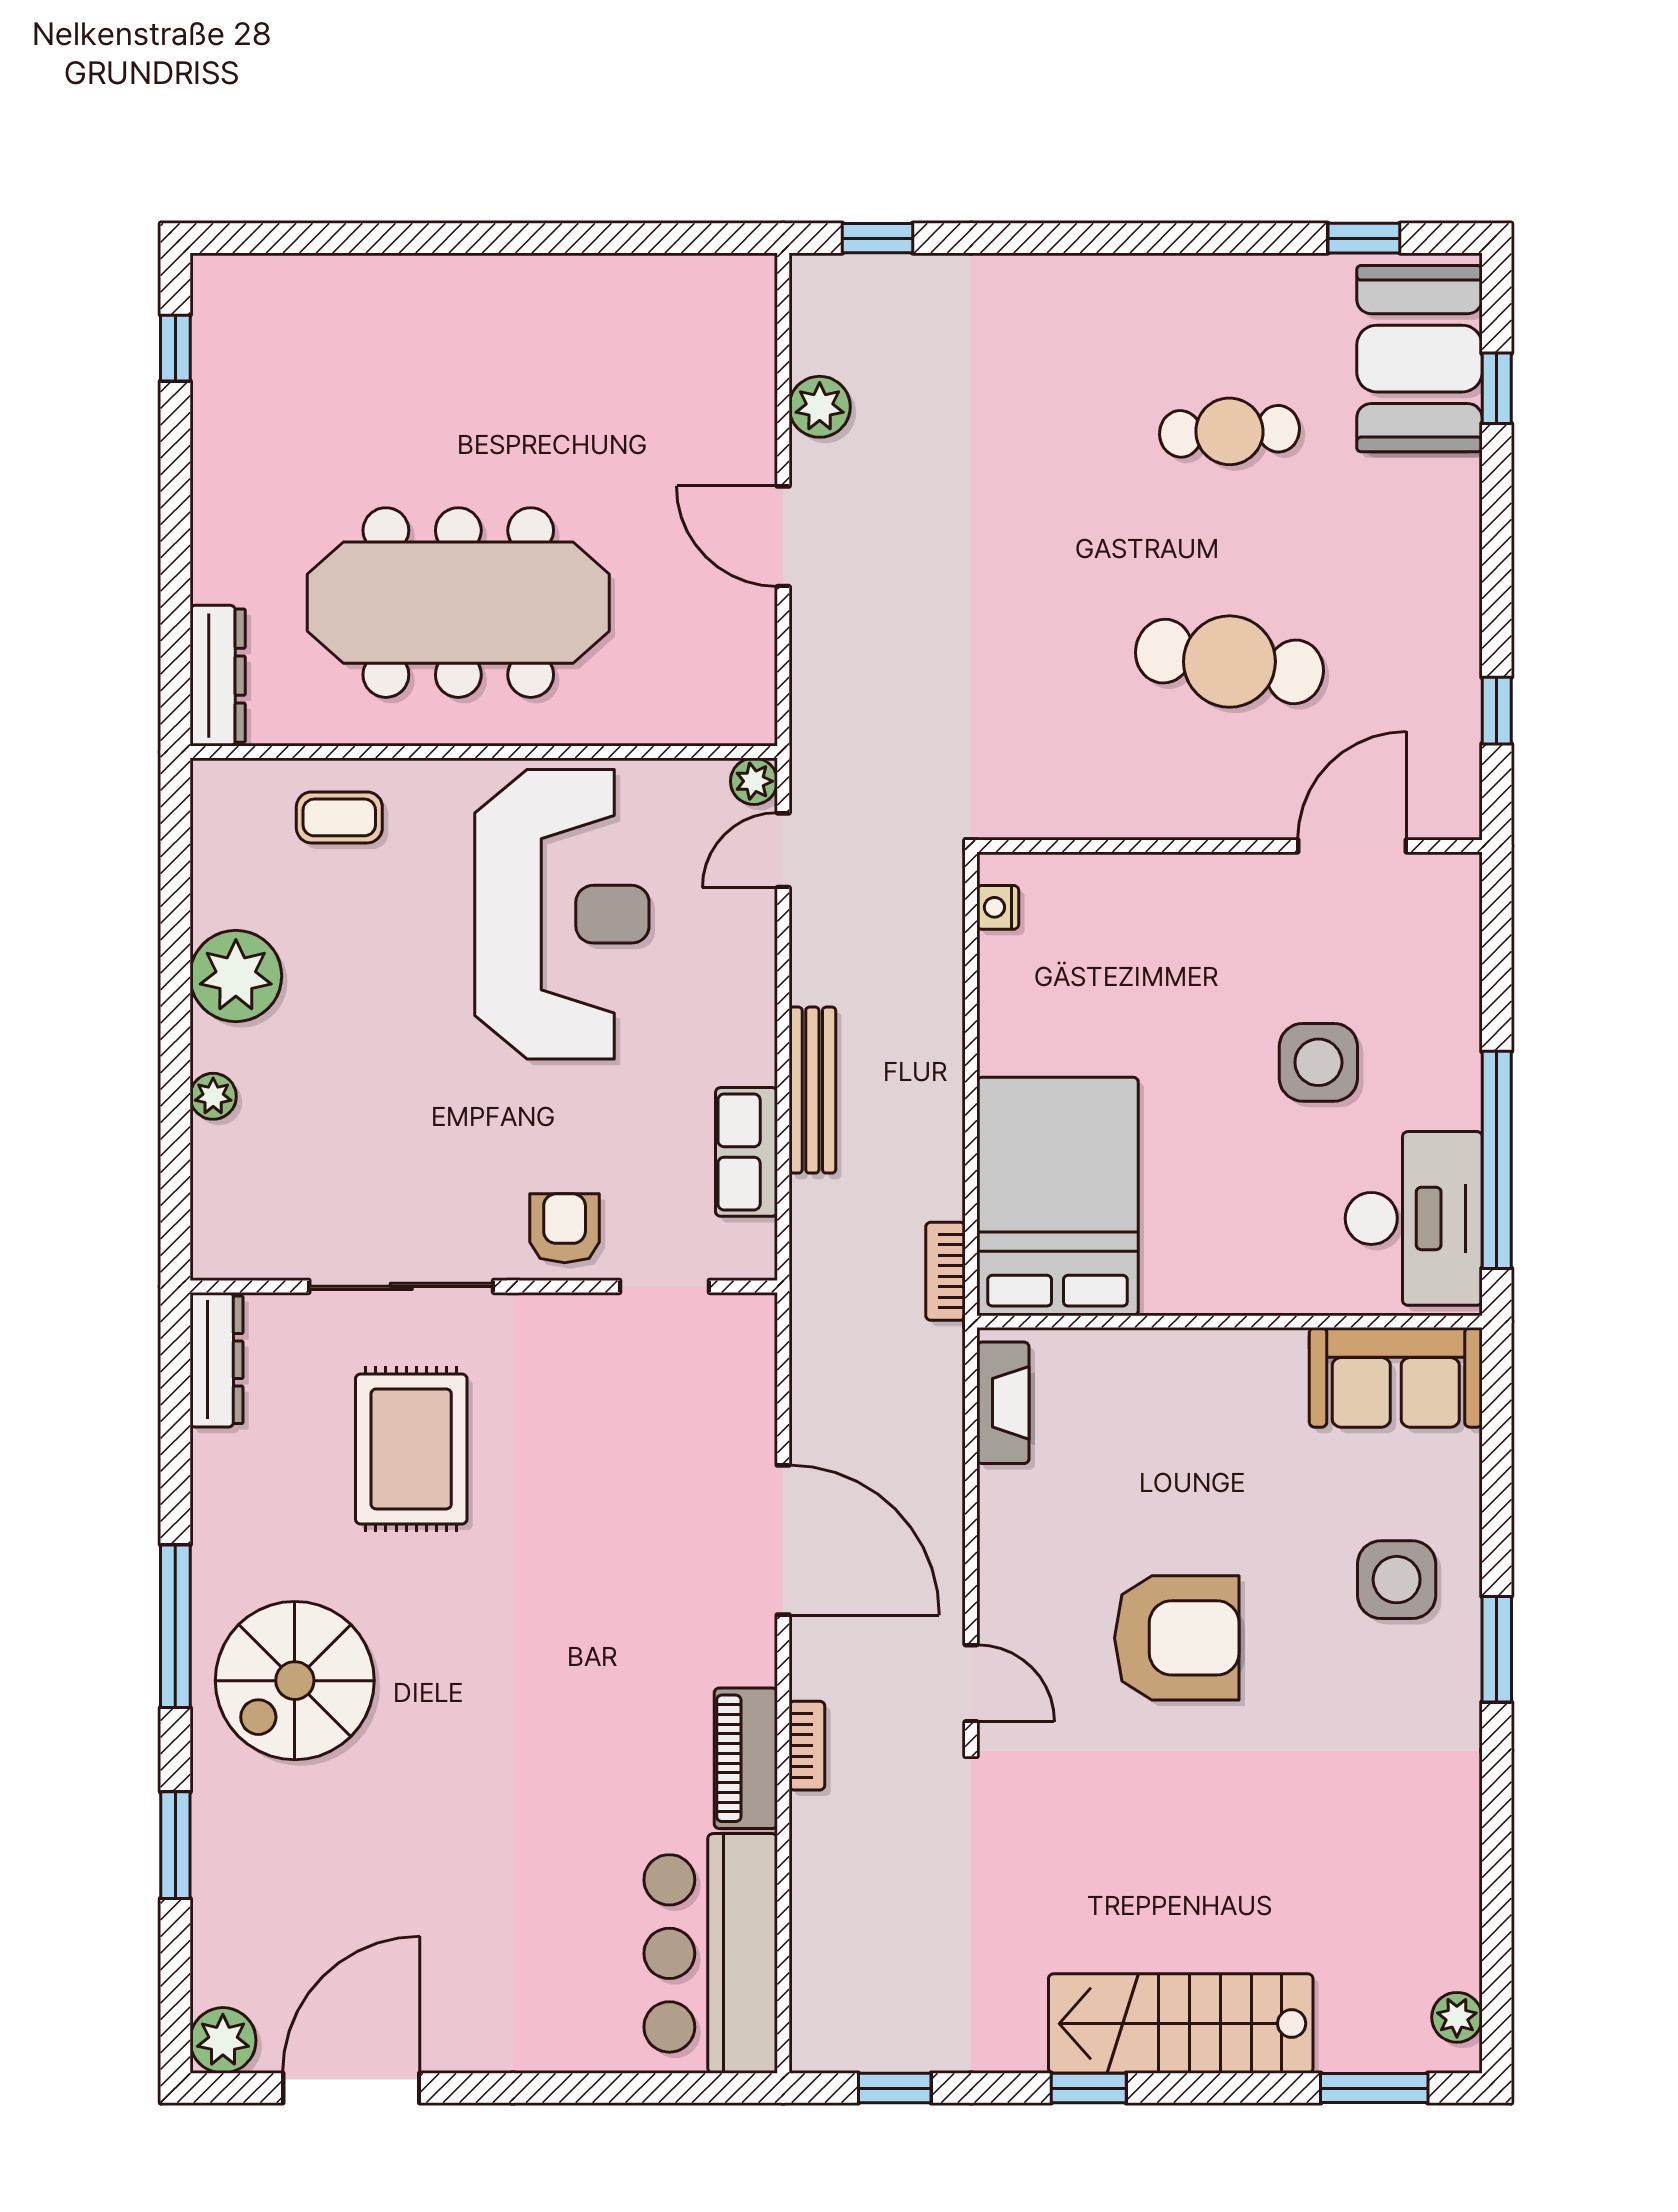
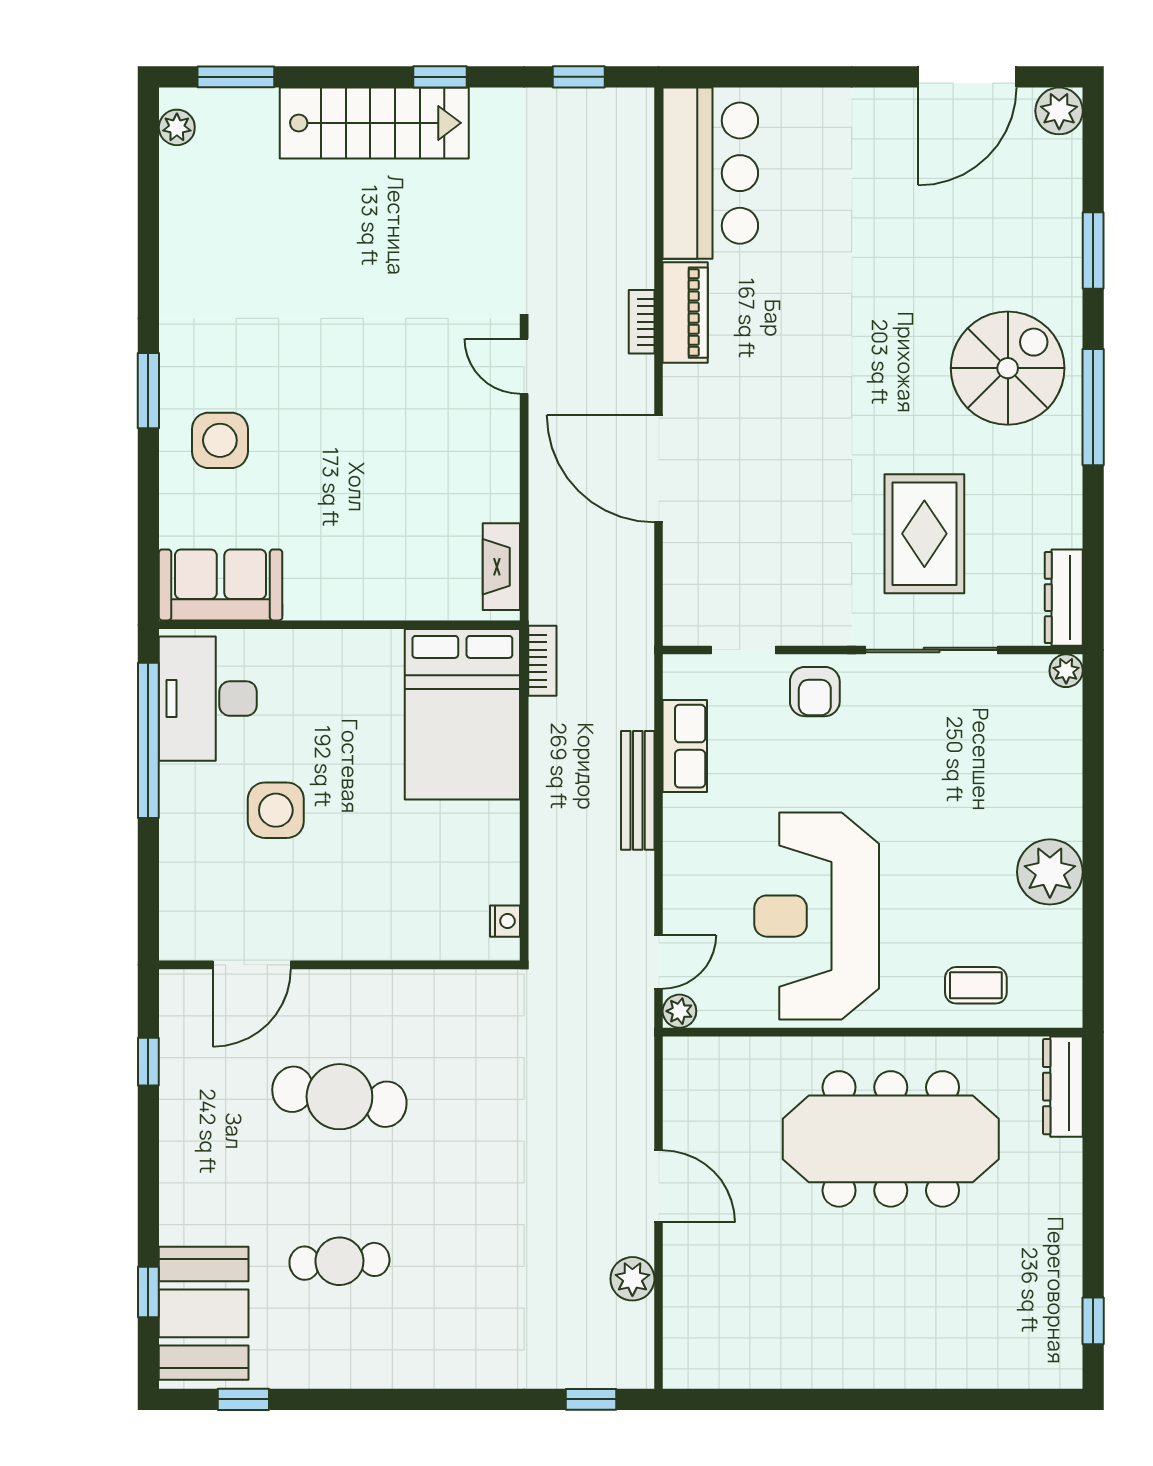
plant: (213, 1096) -> (1066, 671), moved
armchair: (1177, 1638) -> (377, 399), removed

